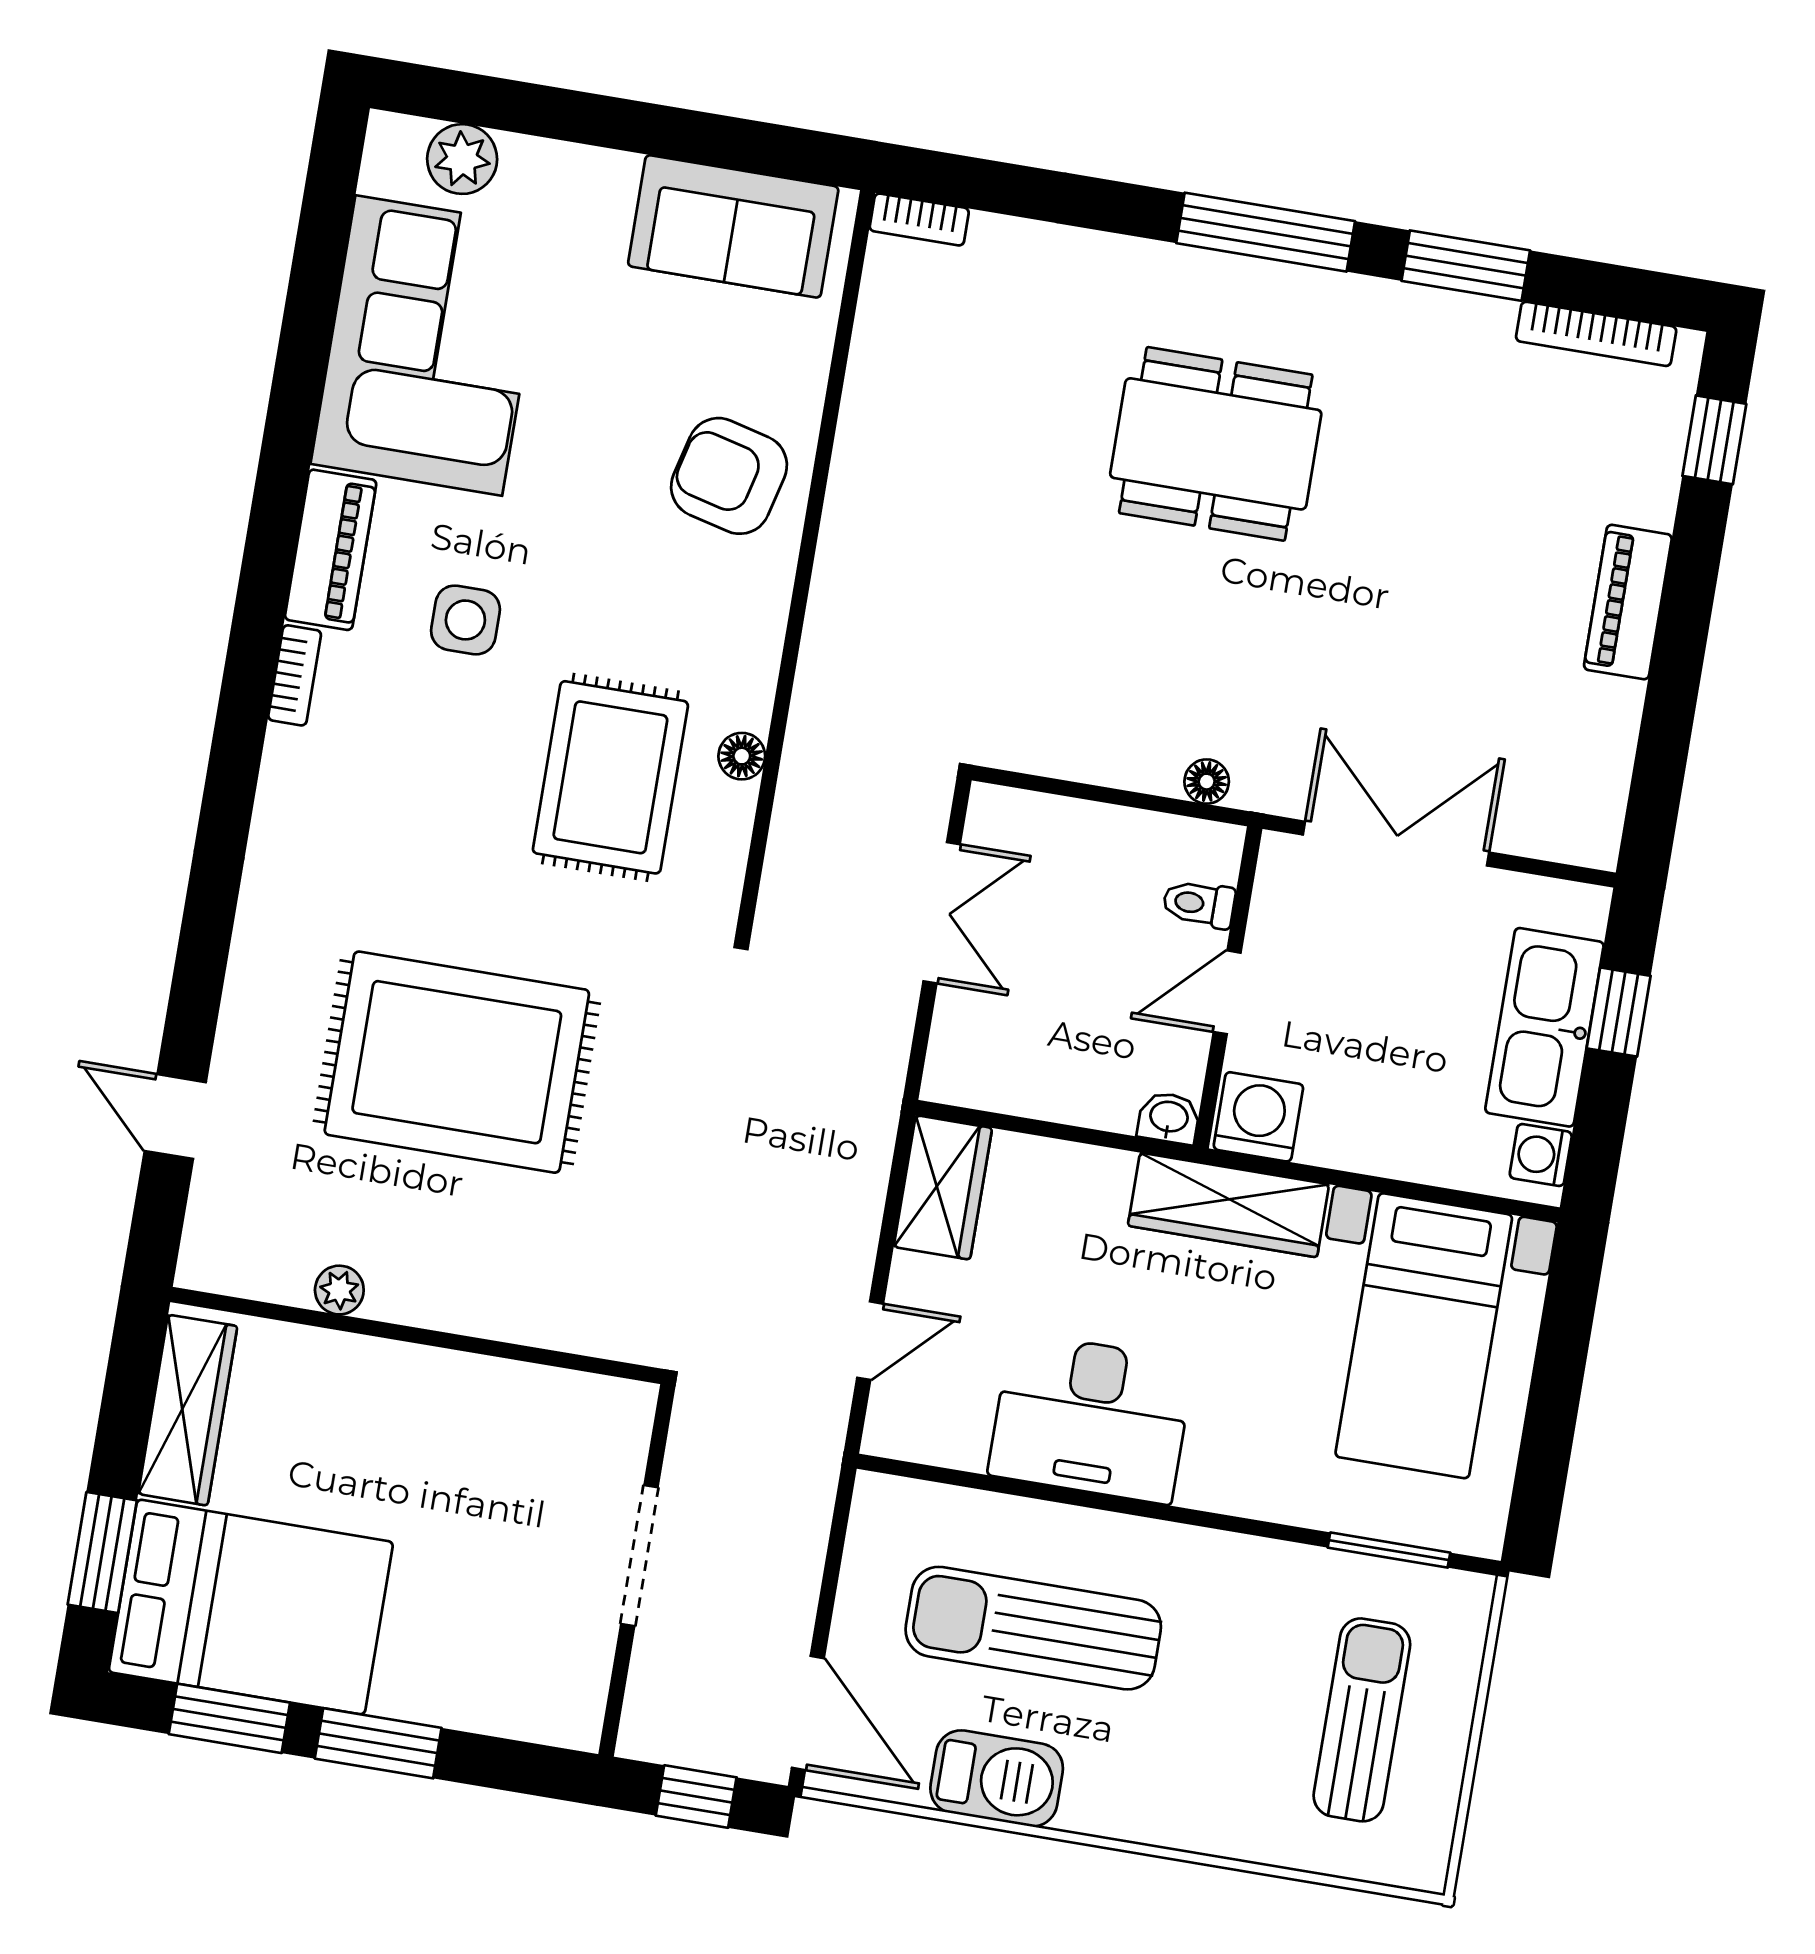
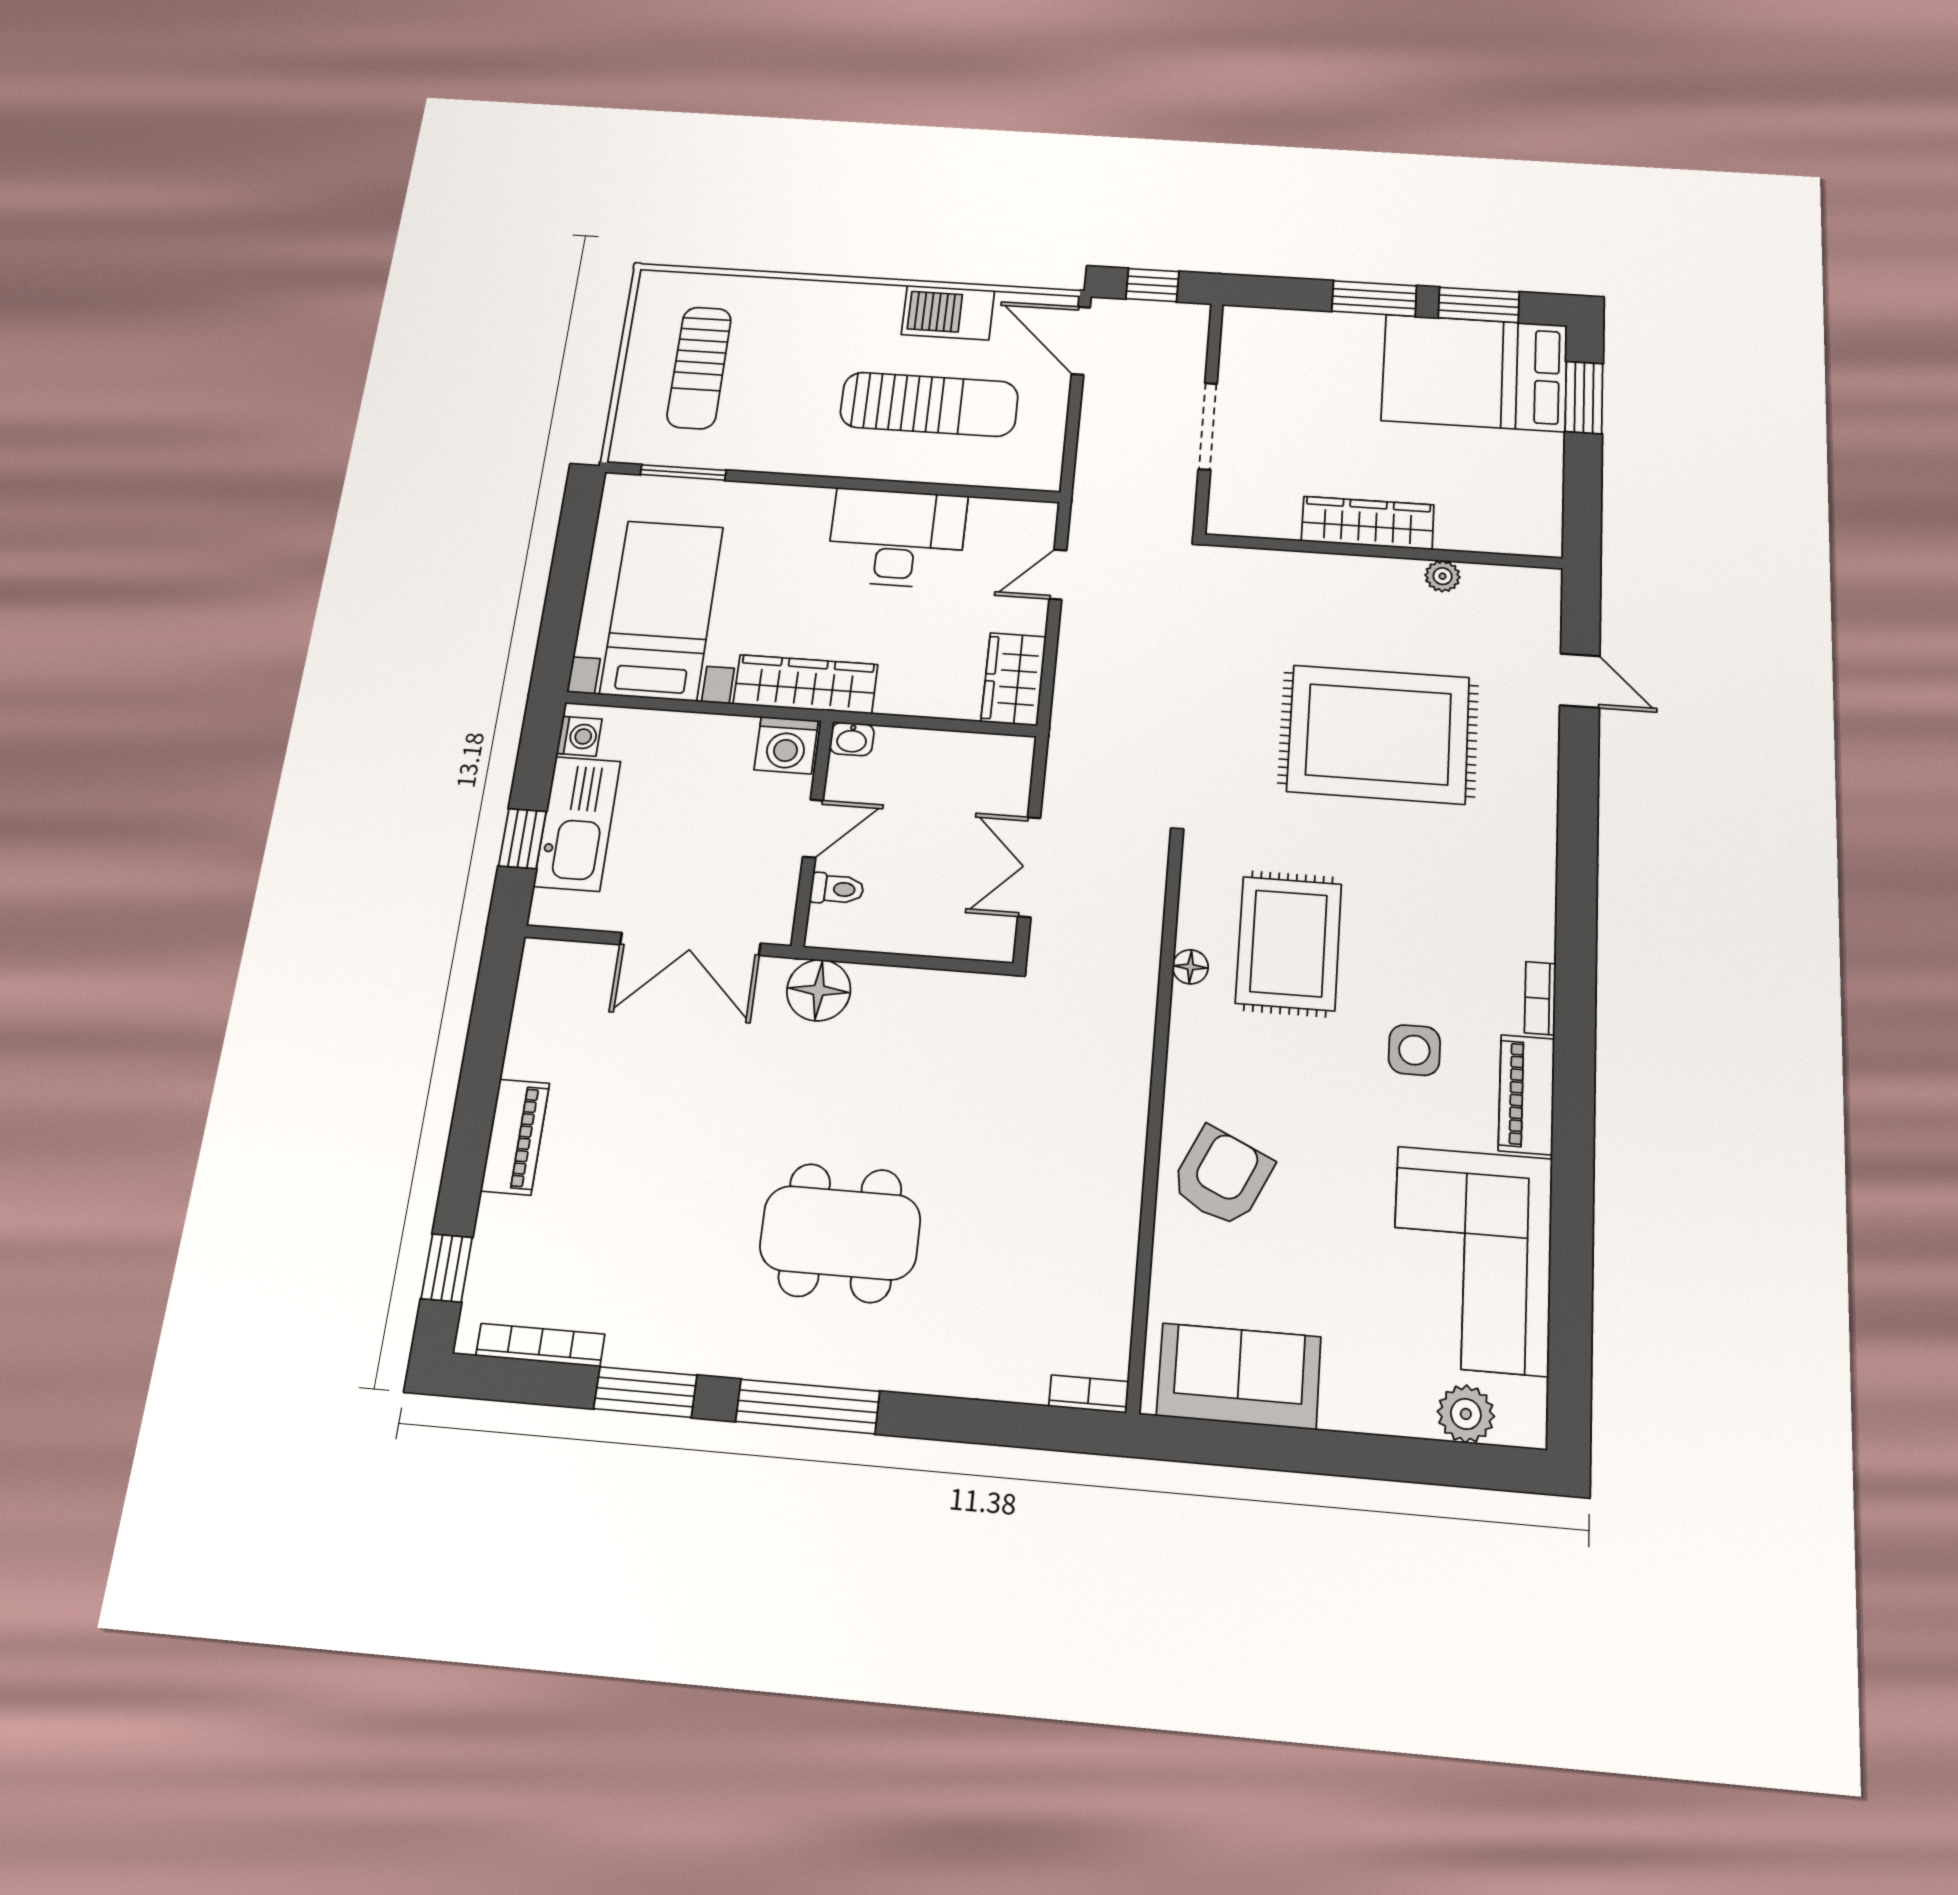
armchair: (729, 476) -> (1222, 1177), turned -79
floor lamp: (1207, 782) -> (819, 990), width x1.89, depth x1.89
wardrobe: (188, 1410) -> (1368, 523), moved, turned 90

